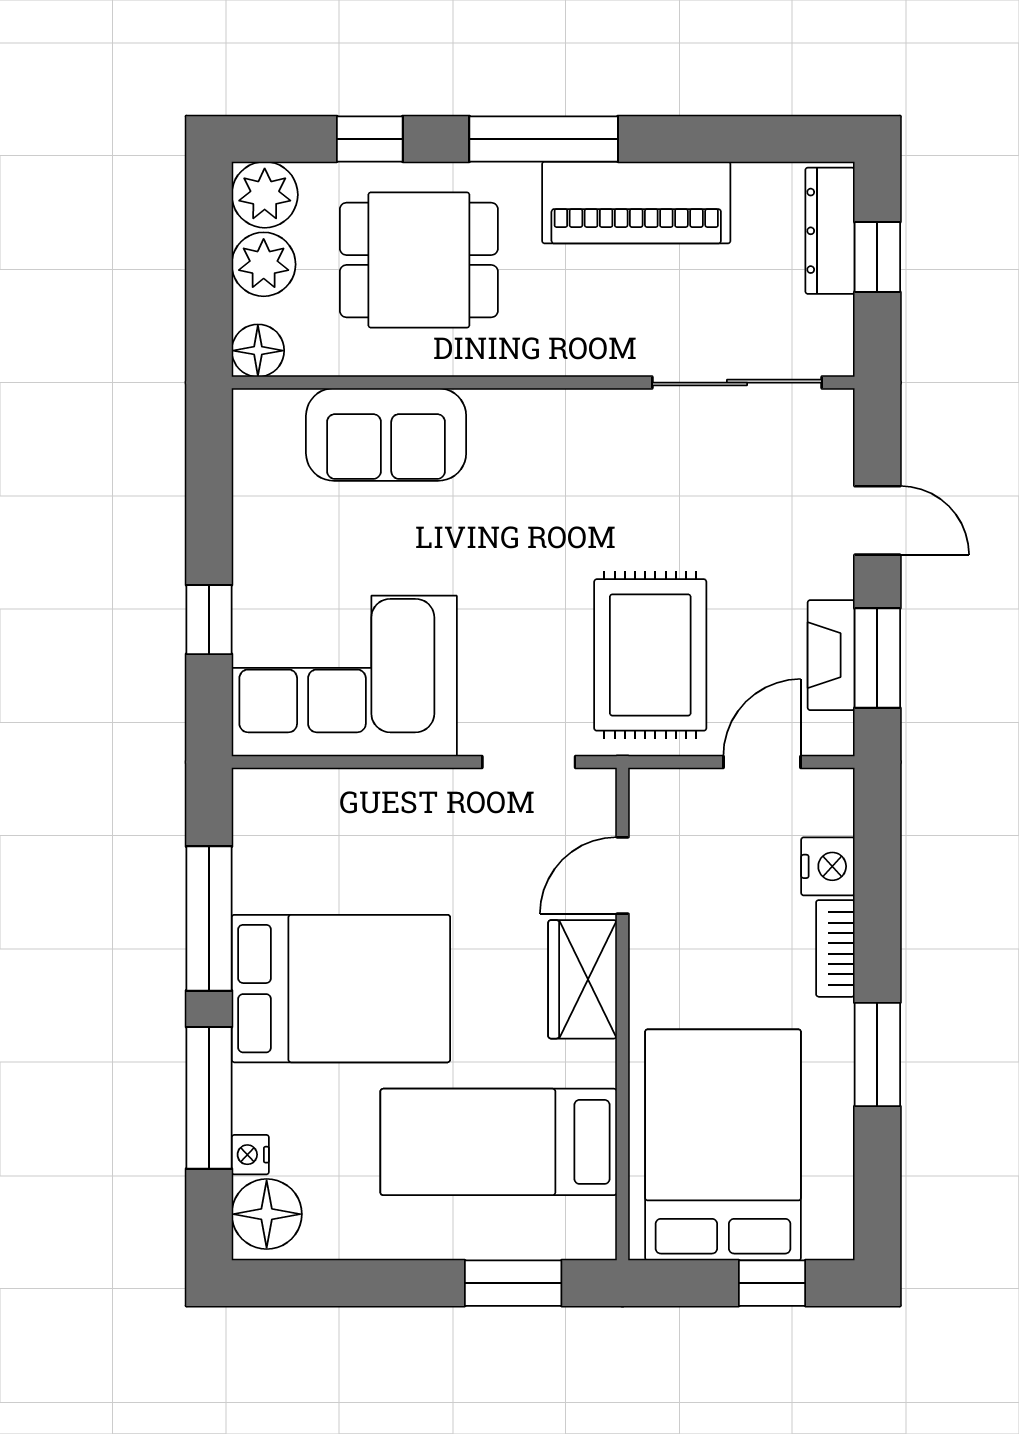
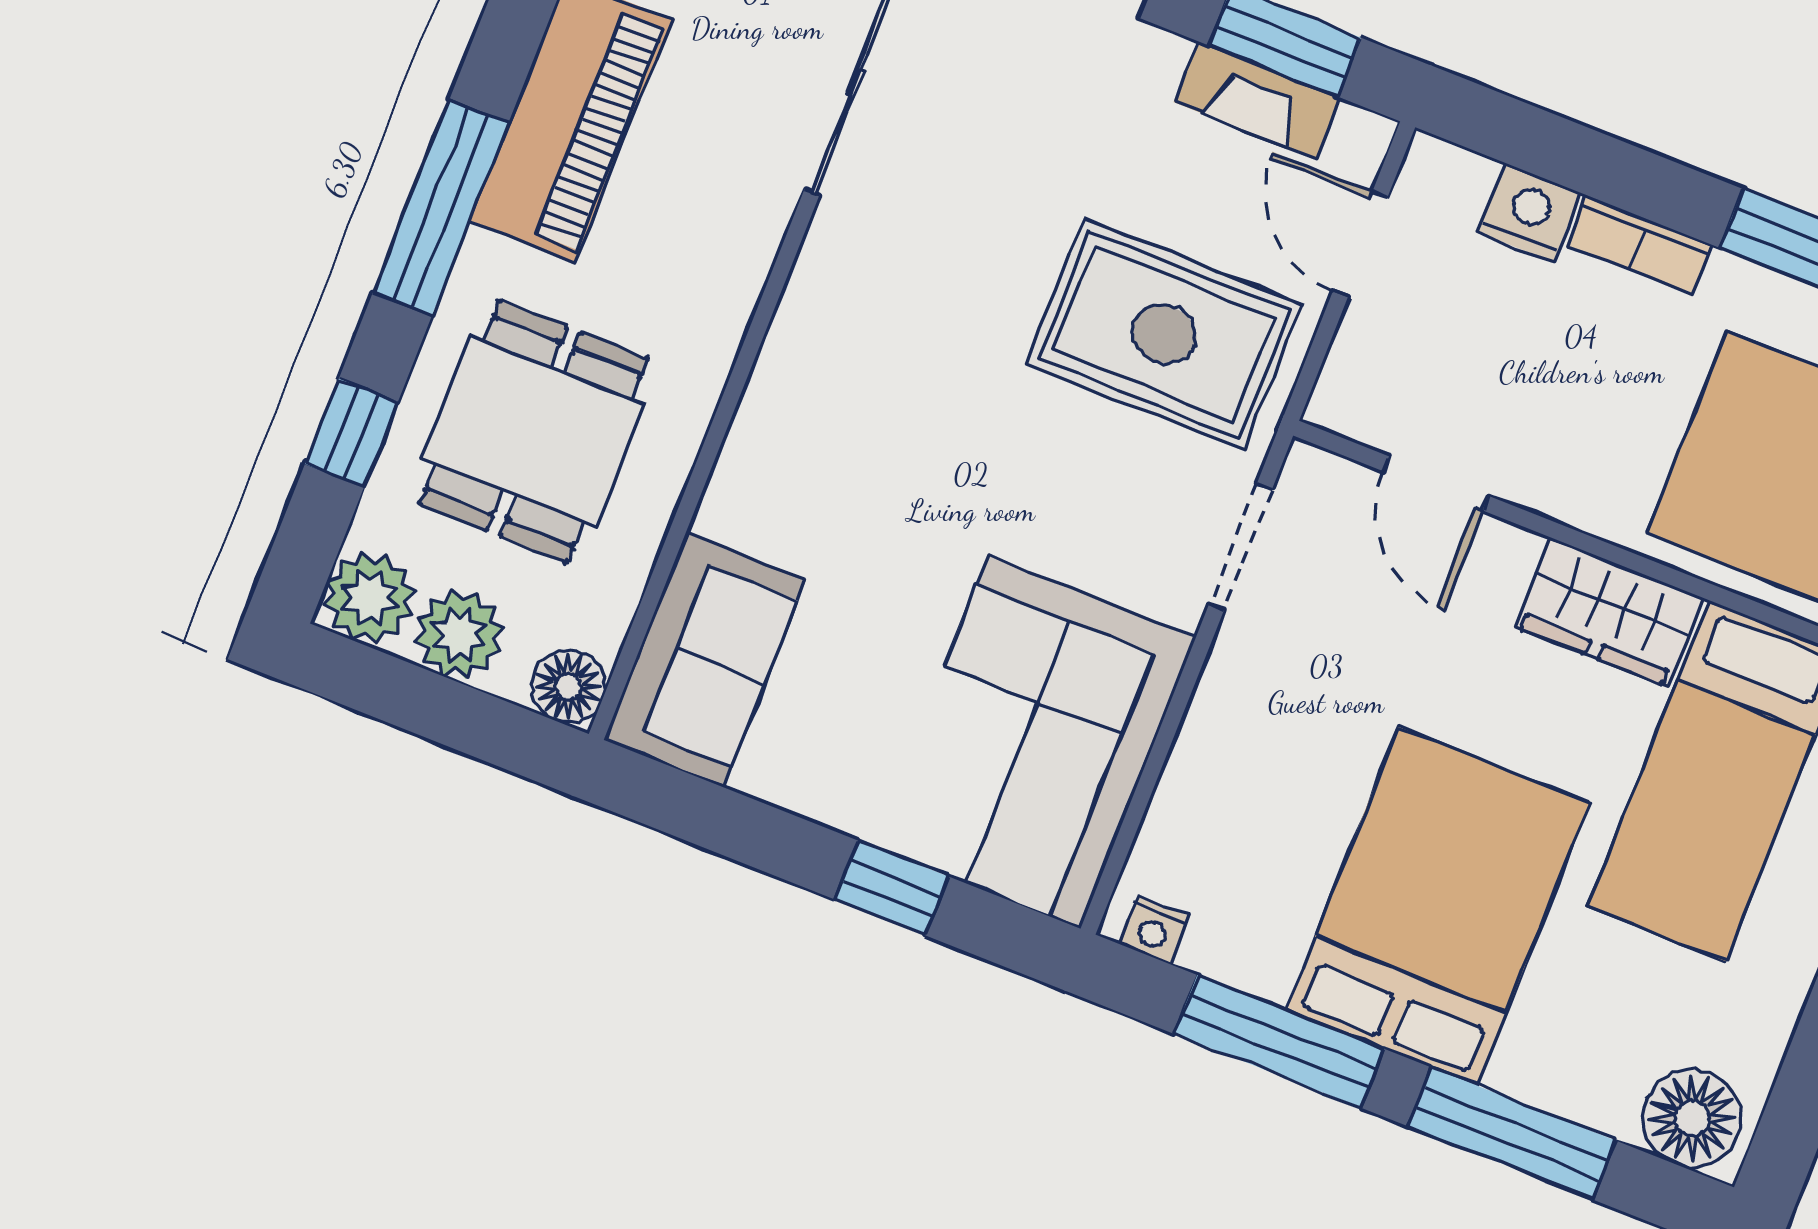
sofa: (386, 434) -> (705, 660), moved
wardrobe: (582, 979) -> (1609, 612), moved
nightstand: (250, 1155) -> (1154, 930), moved

